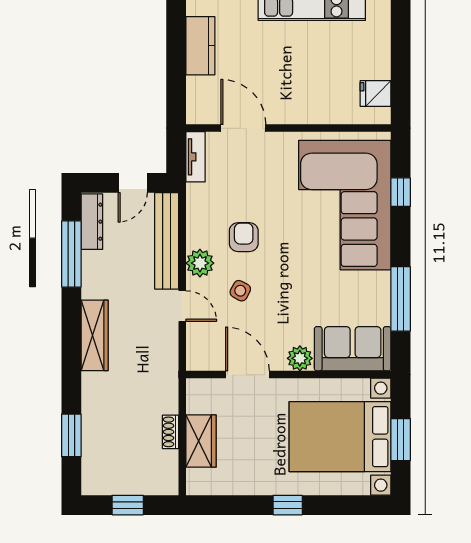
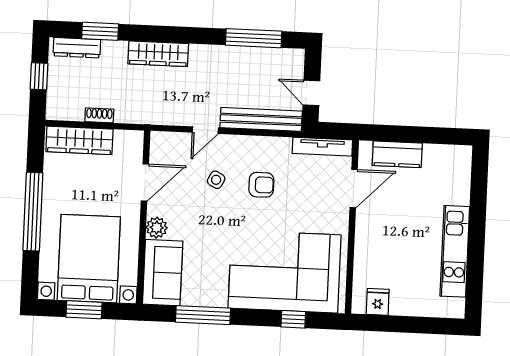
kitchen counter: (200, 46) -> (397, 154), moved
tv unit: (196, 157) -> (322, 147), width x1.41
dresser: (92, 222) -> (77, 48), moved
plant: (200, 263) -> (241, 147), removed
wardrobe: (95, 335) -> (158, 54), moved
wardrobe: (201, 441) -> (79, 140), width x1.50
window: (288, 505) -> (33, 212), width x3.17

